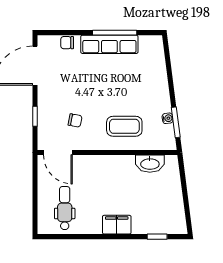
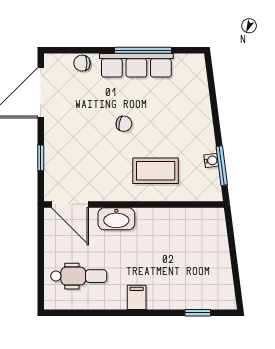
chair: (75, 120) -> (124, 124), moved
washbasin: (150, 164) -> (116, 219), moved
dental chair: (65, 208) -> (79, 276), turned 90
filing cabinet: (117, 225) -> (137, 297), width x0.50

